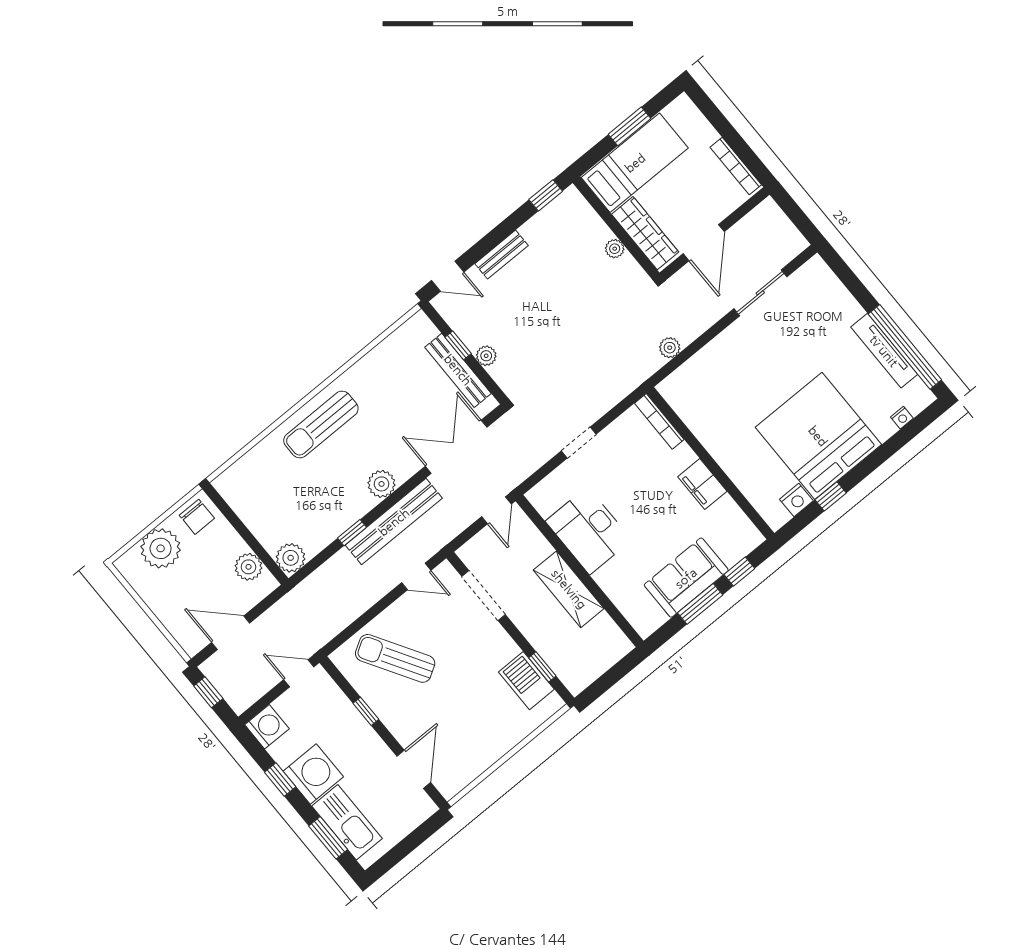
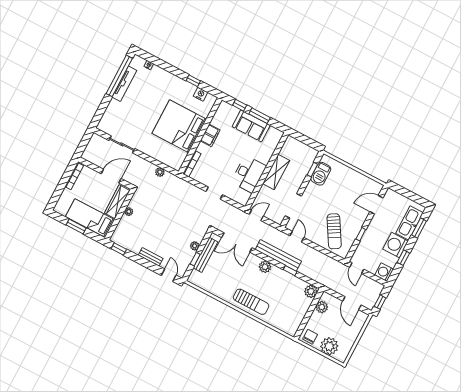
bed: (818, 436) -> (179, 126), moved, turned 90

